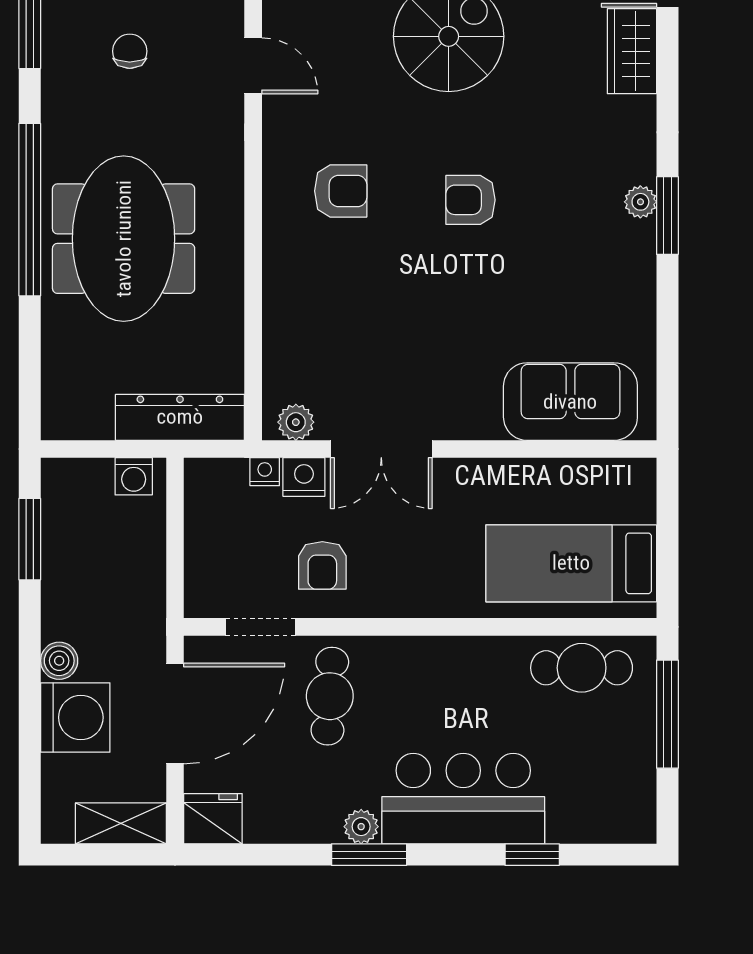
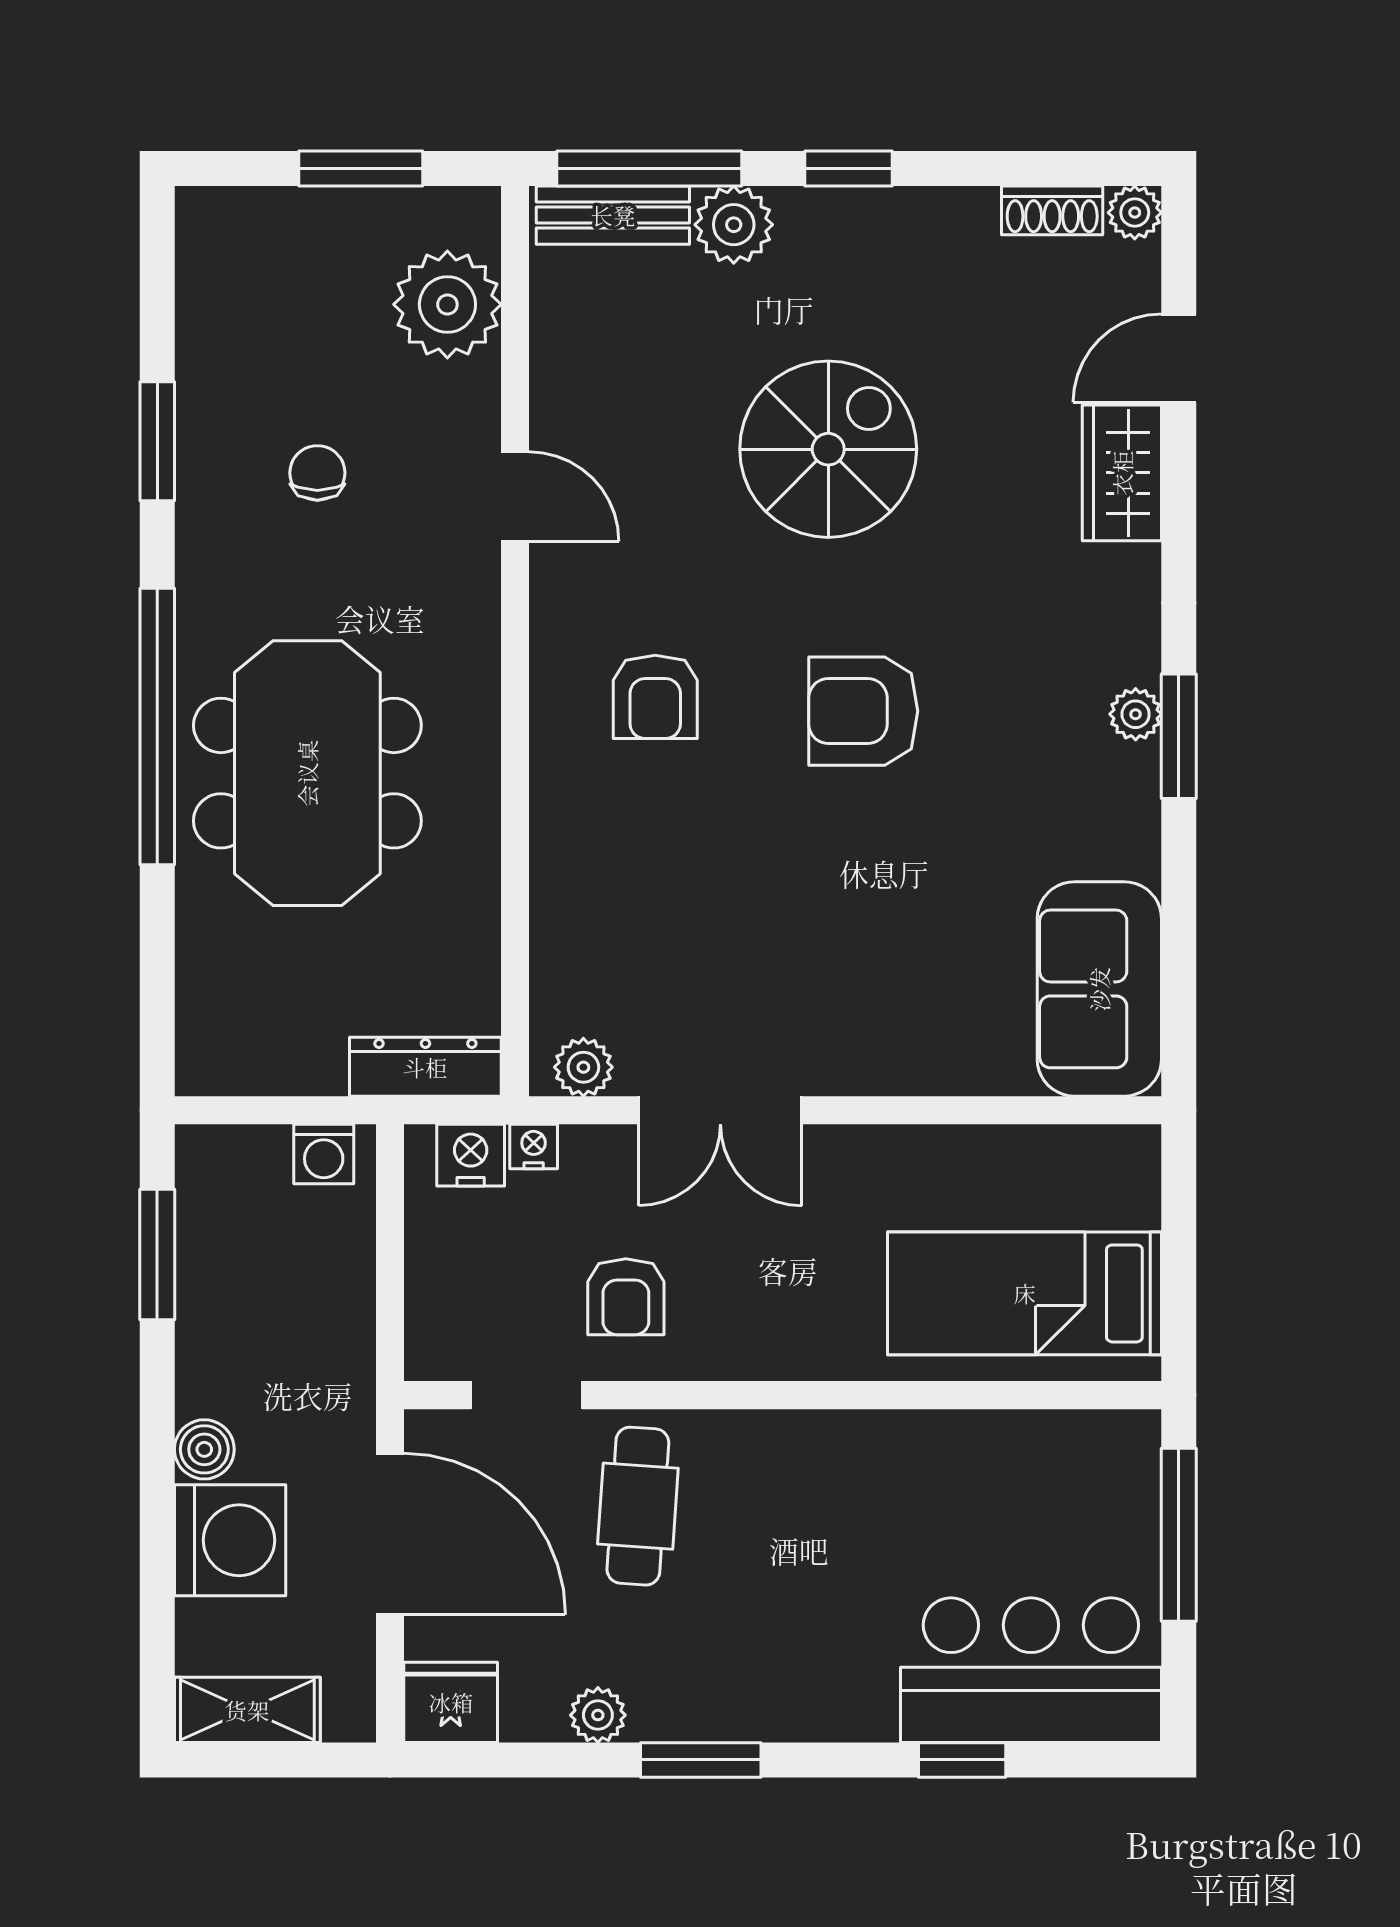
armchair: (341, 191) -> (655, 697), turned 90
armchair: (470, 200) -> (863, 711), width x1.38, depth x1.38
sofa: (570, 402) -> (1099, 989), moved, turned -90
dresser: (180, 417) -> (425, 1067), width x0.73, depth x0.80
nightstand: (304, 477) -> (471, 1155), moved
cafe table: (582, 668) -> (1041, 1461), removed
door: (175, 713) -> (390, 1534), hinge flipped
bar counter: (463, 799) -> (1031, 1670), moved
shelving: (121, 823) -> (247, 1710), moved
plant: (361, 827) -> (598, 1715), moved

